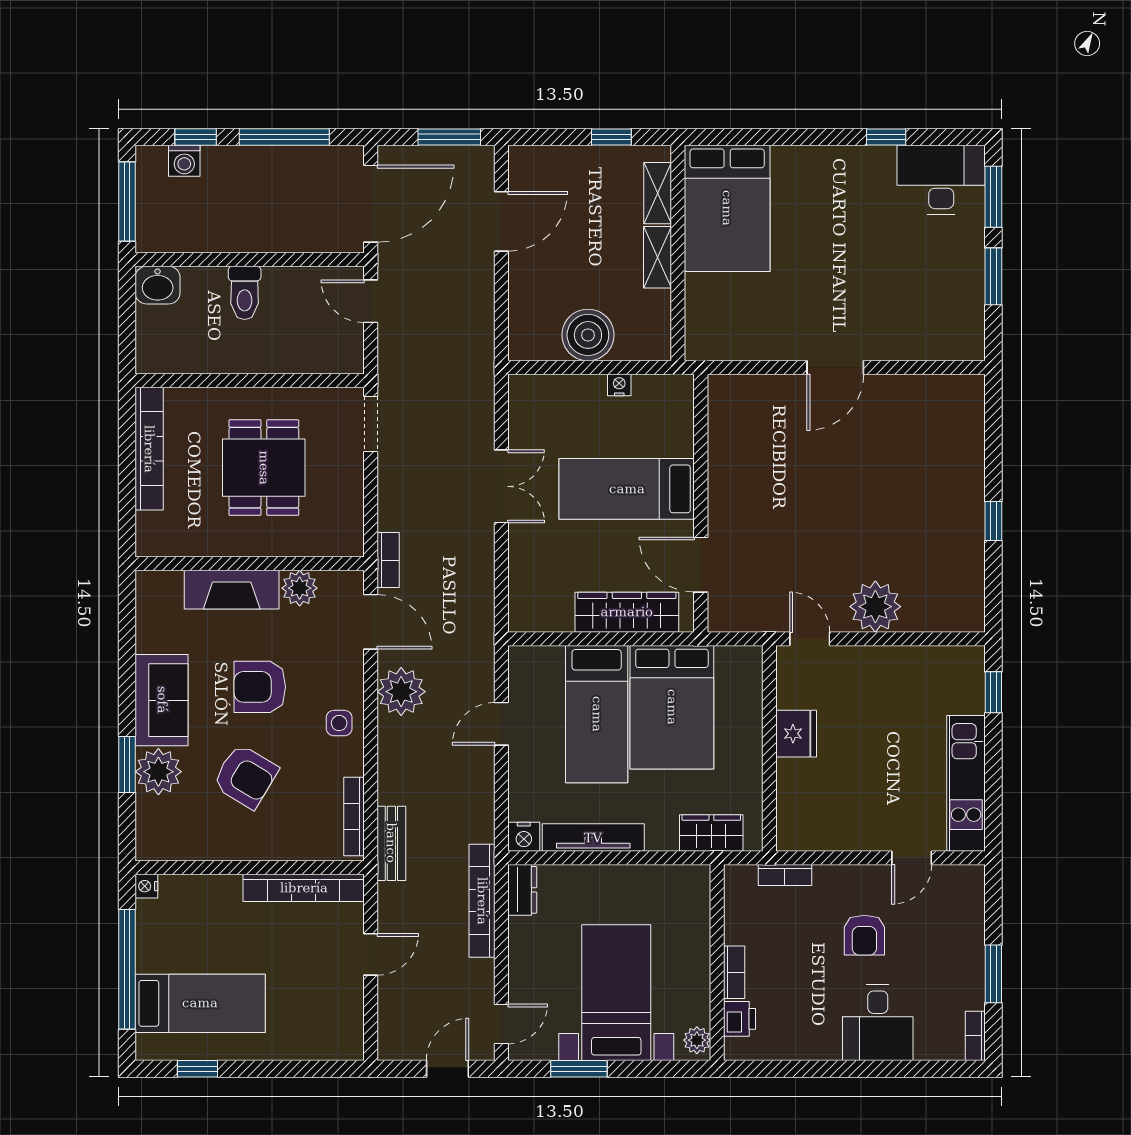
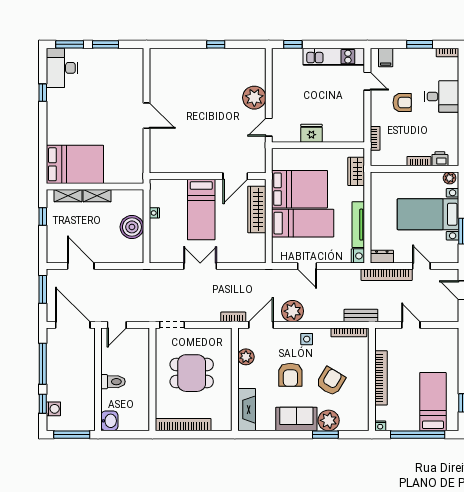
fireplace: (232, 590) -> (247, 410), moved
bookcase: (304, 888) -> (381, 378), moved
filing cabinet: (964, 898) -> (386, 57), added
door: (501, 1024) -> (421, 266), moved

